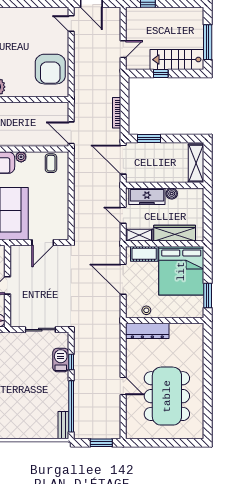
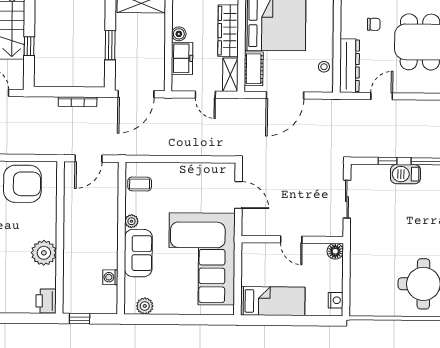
door: (71, 133) -> (88, 158), moved
window: (149, 139) -> (110, 45), moved
freezer: (147, 196) -> (182, 58), width x0.71
door: (123, 215) -> (205, 95), hinge flipped
chair: (181, 350) -> (374, 24), added
barbecue: (61, 360) -> (406, 174), moved
door: (123, 386) -> (382, 96), moved

